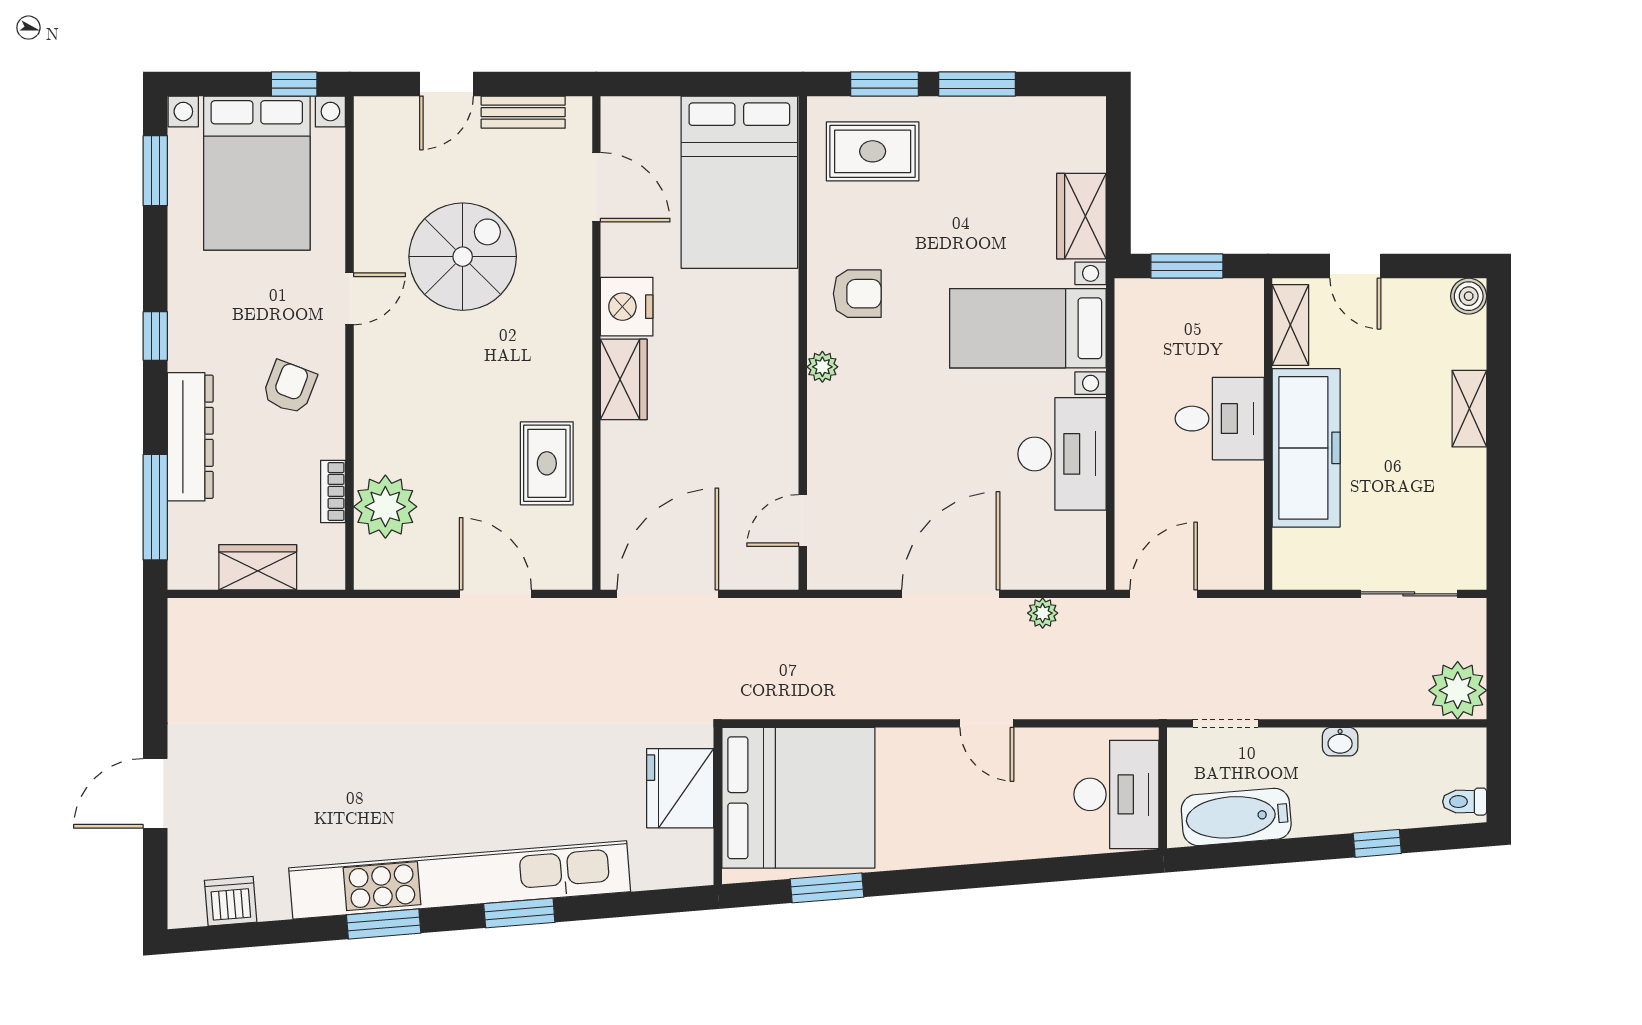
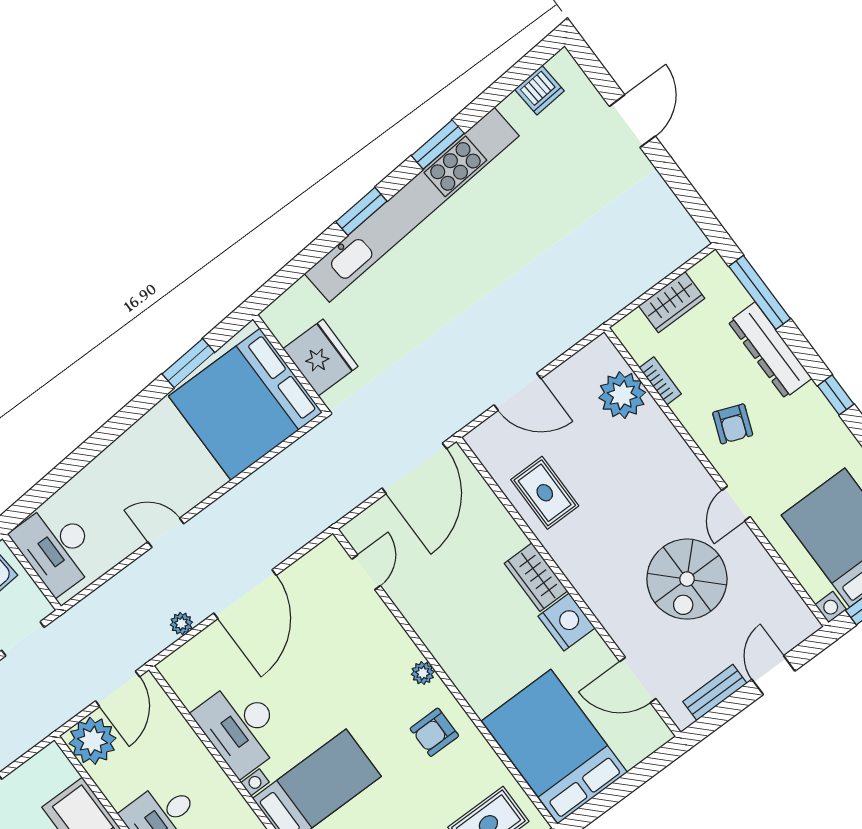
plant: (1232, 558) -> (92, 741), added

